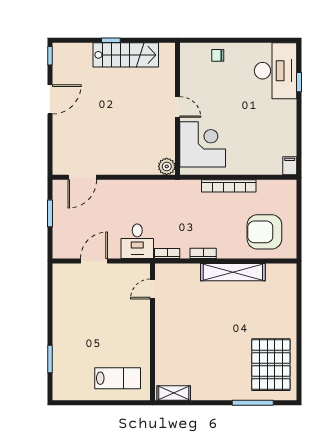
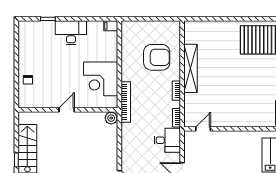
desk: (276, 71) -> (71, 33), moved, width x0.73, depth x0.77
corner desk: (203, 144) -> (101, 79), moved, turned -90
bookcase: (229, 186) -> (126, 102), moved
armchair: (264, 232) -> (157, 57), moved, turned -90
door: (152, 289) -> (203, 129), swing flipped

